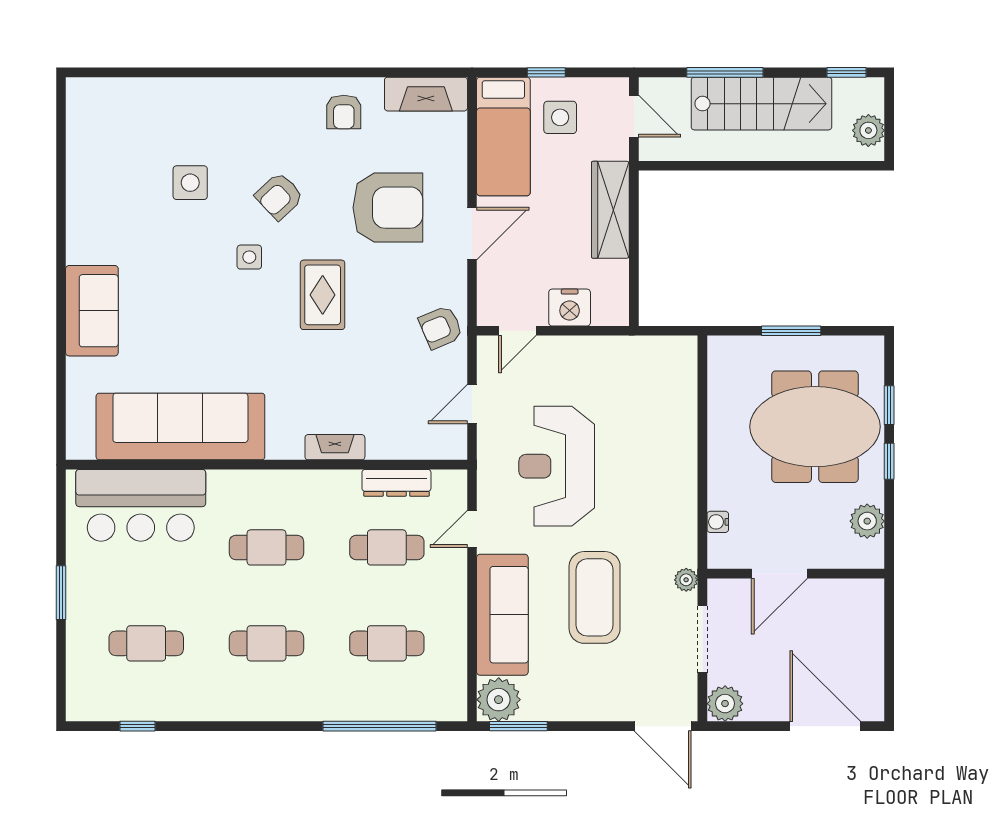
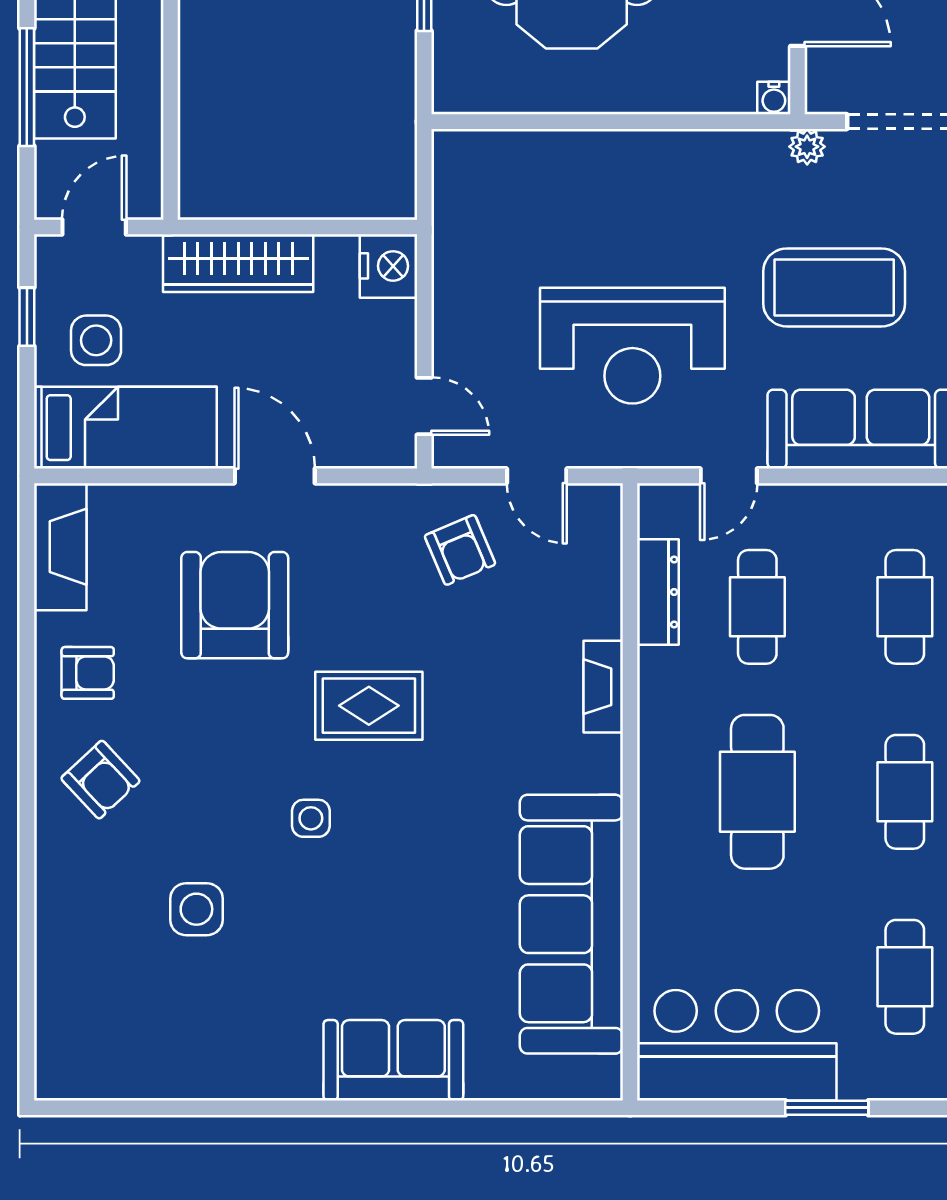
window: (546, 72) -> (27, 317), moved
armchair: (279, 196) -> (100, 780), moved
nightstand: (570, 308) -> (388, 266), moved
armchair: (441, 327) -> (460, 550), moved
bar counter: (141, 505) -> (737, 1045), moved, turned -90
water cooler: (718, 522) -> (774, 98), moved
door: (472, 529) -> (729, 476), hinge flipped
cafe table: (267, 547) -> (757, 792), width x1.37, depth x1.35

